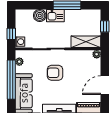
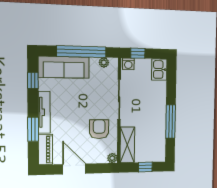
boiler: (40, 15) -> (159, 89), removed
kitchen sink: (55, 16) -> (159, 70), moved
armchair: (55, 73) -> (99, 129), moved

